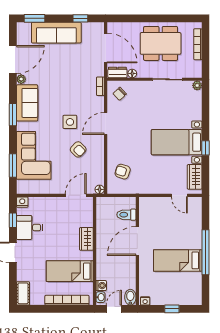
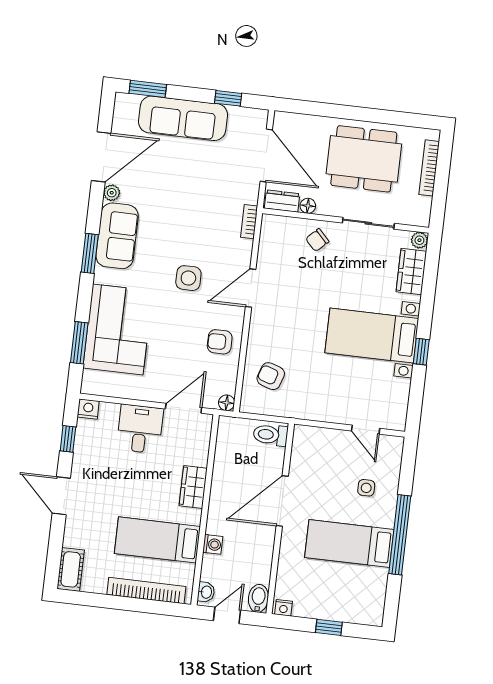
chair: (120, 94) -> (317, 240), moved
armchair: (78, 149) -> (220, 342), moved, turned 136
wardrobe: (195, 177) -> (411, 272), moved
toilet: (126, 215) -> (270, 435), moved
desk: (30, 228) -> (140, 429), moved, turned 90
side table: (184, 228) -> (366, 488), added
washing machine: (101, 286) -> (213, 544), moved

